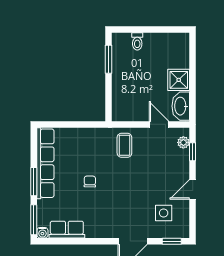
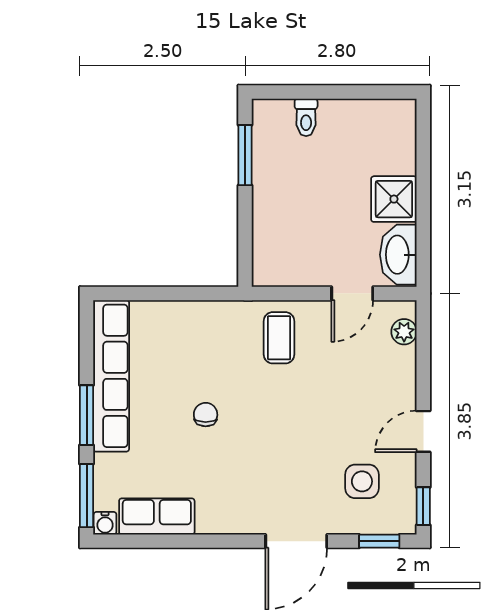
door: (159, 124) -> (352, 293), swing flipped
window: (193, 152) -> (423, 506), moved

